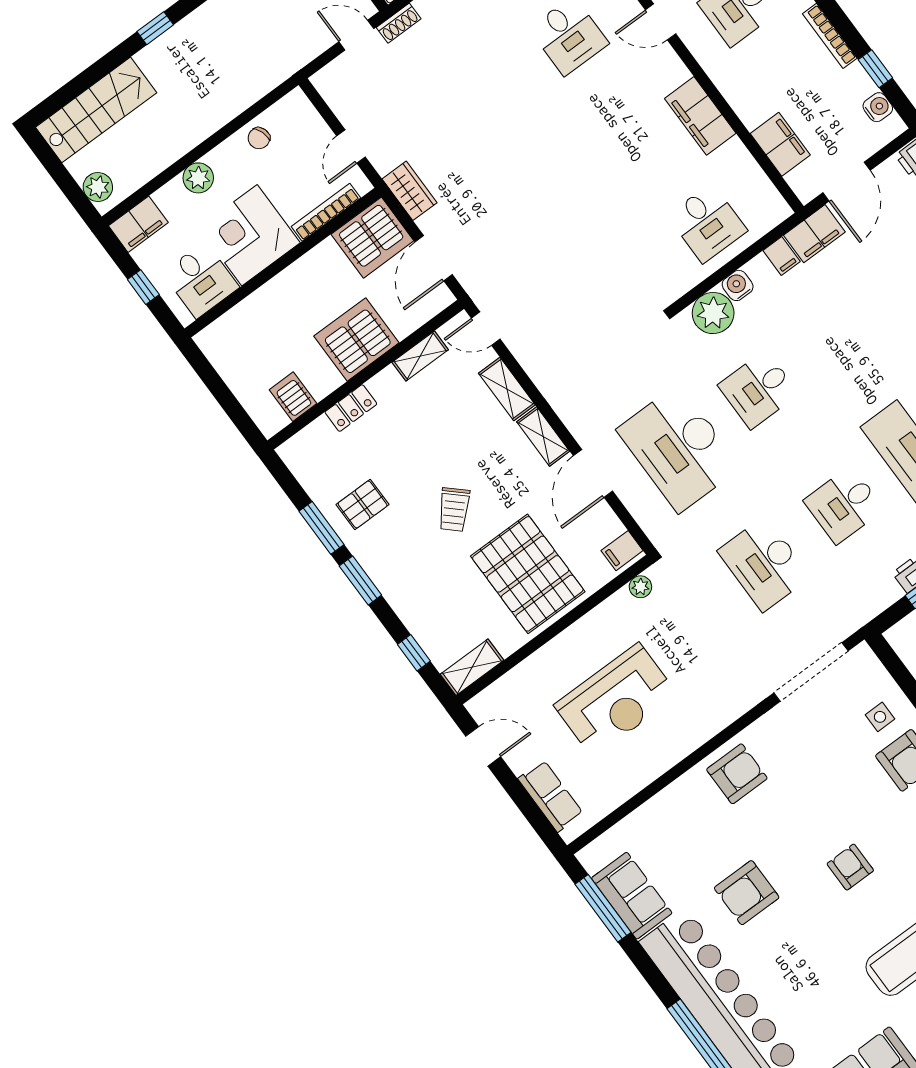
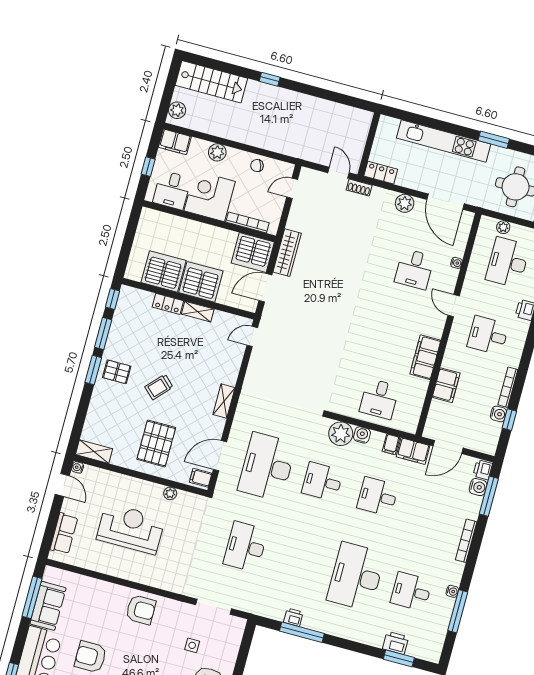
water cooler: (878, 107) -> (498, 414), moved
filing cabinet: (780, 144) -> (446, 385), moved
door: (351, 147) -> (292, 188), moved
wardrobe: (410, 191) -> (287, 253), width x1.50
door: (486, 329) -> (252, 336), hinge flipped
shelving: (420, 356) -> (198, 312), moved
shelving: (507, 389) -> (232, 368), removed
server rack: (293, 397) -> (163, 271), width x2.18, depth x1.44
door: (593, 473) -> (220, 456), moved
pallet: (363, 504) -> (117, 372), moved
desk: (844, 505) -> (378, 497), moved
pallet: (528, 574) -> (156, 443), width x0.73, depth x0.71
plant: (640, 587) -> (170, 493), moved
window: (414, 653) -> (112, 299), moved
doorway: (811, 672) -> (213, 607), width x0.73
reception desk: (616, 700) -> (131, 529), turned 180
water cooler: (476, 707) -> (78, 467), added
side table: (880, 717) -> (192, 645), moved

